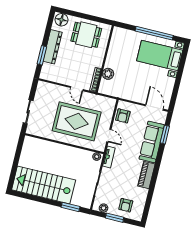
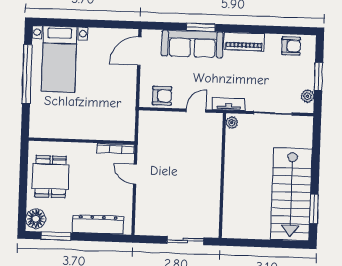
dresser: (53, 47) -> (98, 225), moved
window: (42, 55) -> (56, 236), moved
plant: (108, 74) -> (103, 131), removed
door: (77, 89) -> (135, 174), swing flipped
rug: (77, 121) -> (185, 164), removed
window: (165, 135) -> (201, 27), moved
armchair: (126, 205) -> (291, 46), moved
window: (70, 207) -> (314, 209), moved

